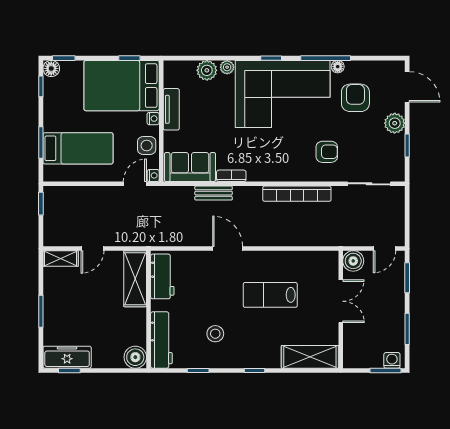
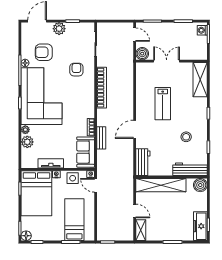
workbench: (162, 276) -> (143, 162), moved, turned 90
shelving: (135, 279) -> (161, 185), width x1.47

